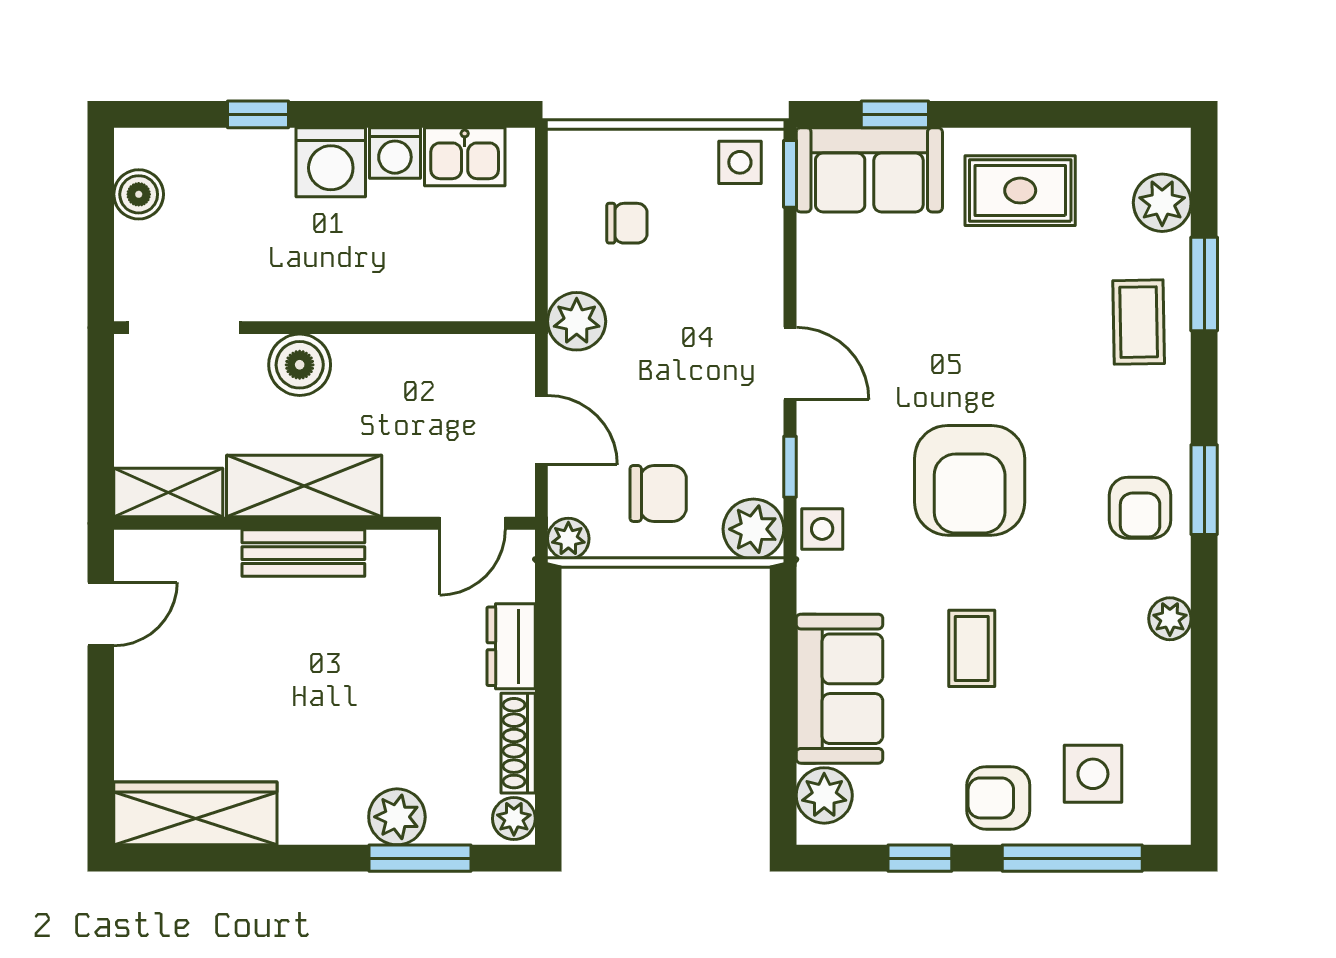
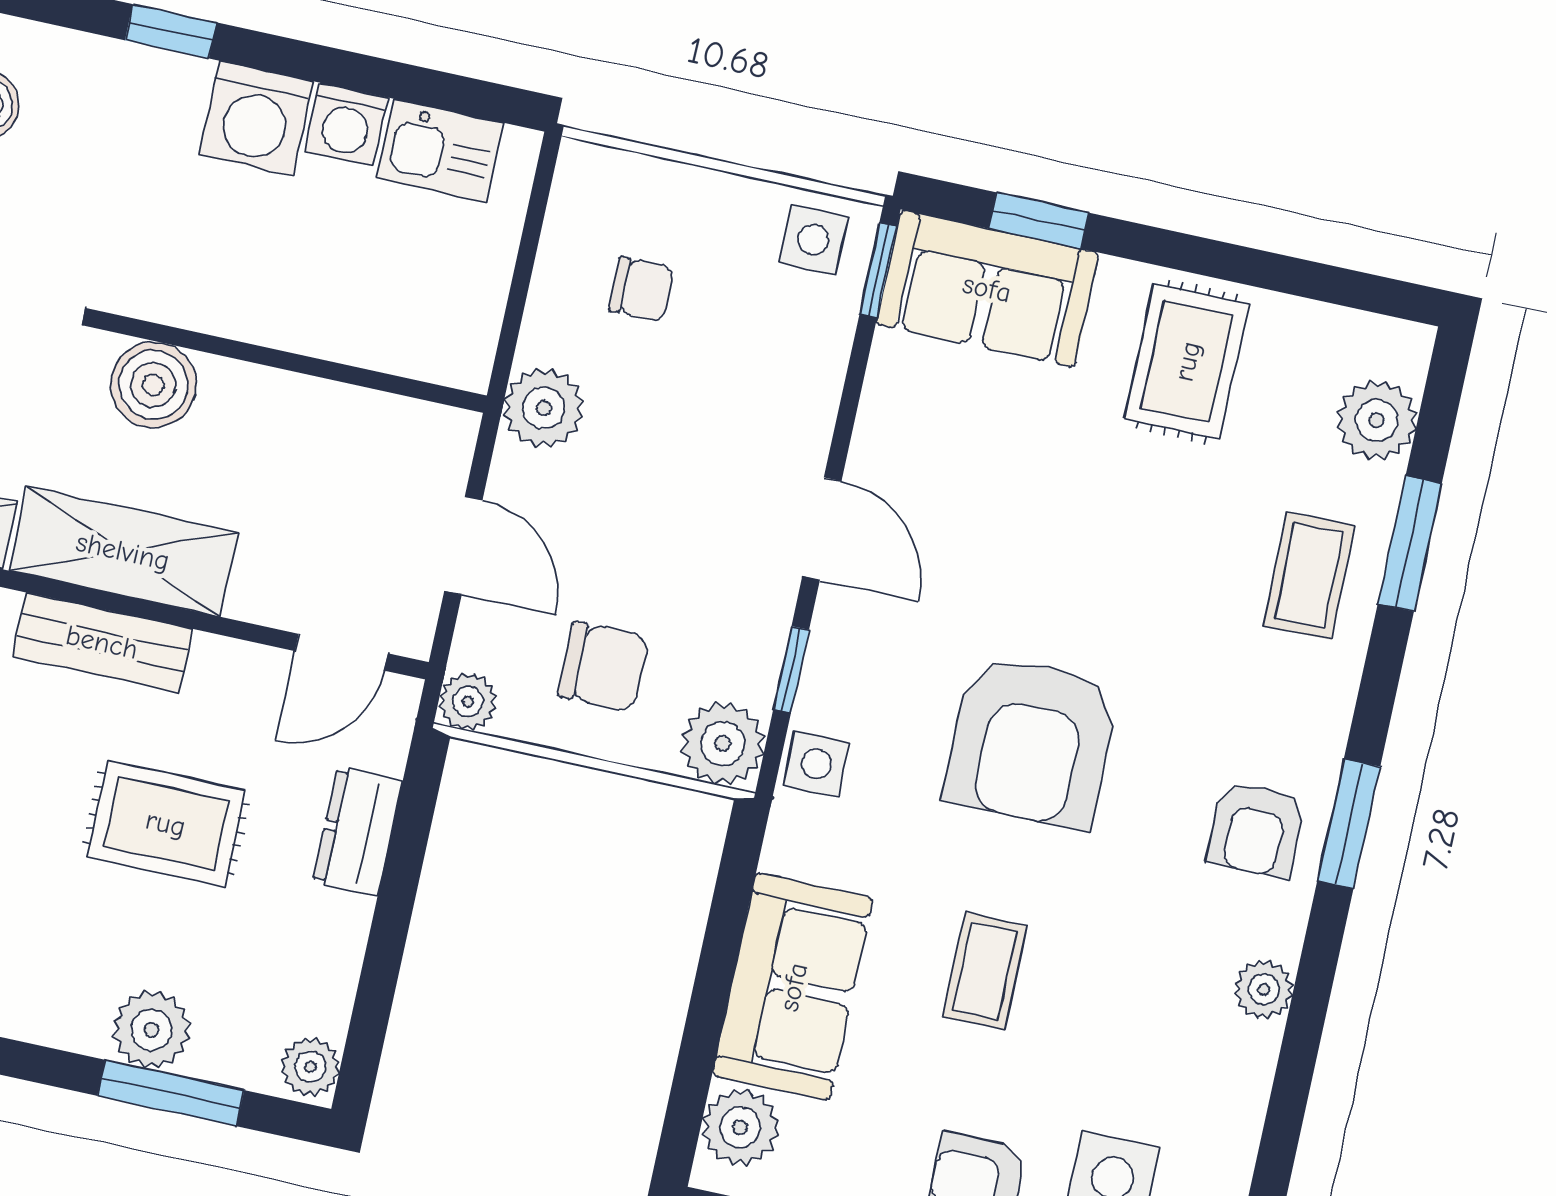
rug: (1020, 191) -> (1187, 361), turned 90
rug: (376, 670) -> (166, 823), added
shoe rack: (518, 743) -> (338, 965), removed

